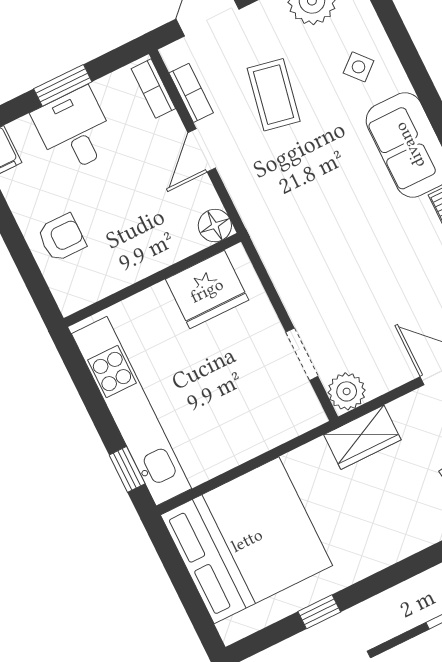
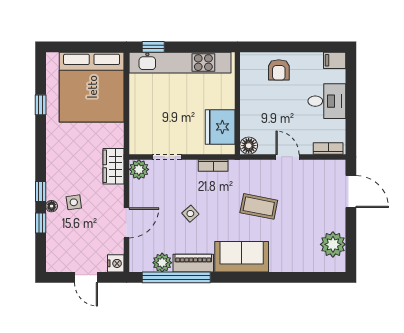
side table: (359, 67) -> (190, 214), moved
window: (63, 85) -> (351, 106), removed
bookcase: (191, 93) -> (213, 165), moved
coffee table: (274, 95) -> (259, 206), moved

